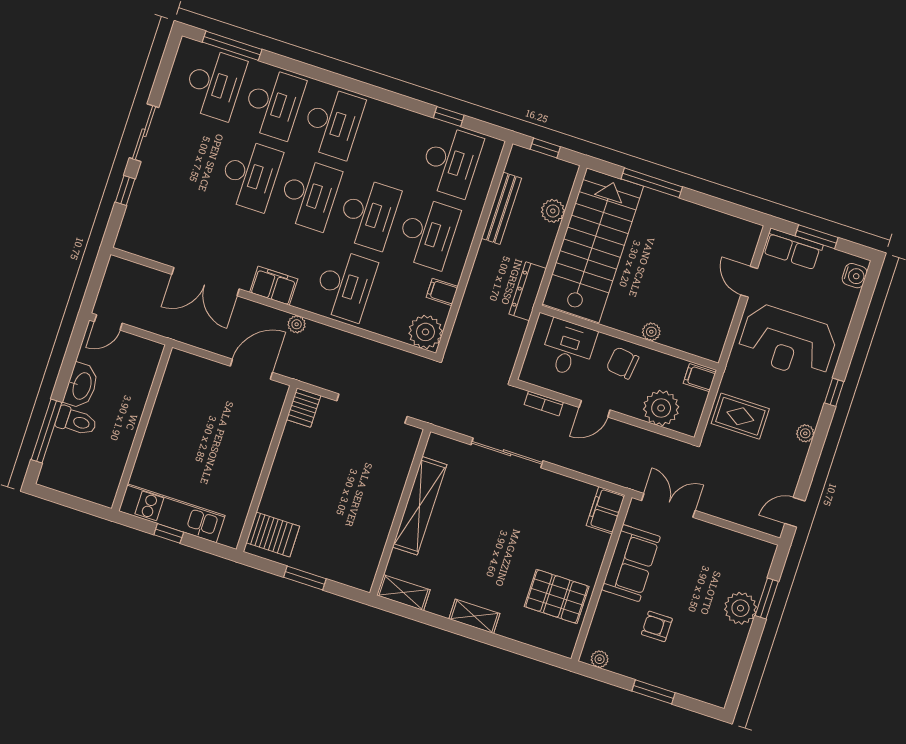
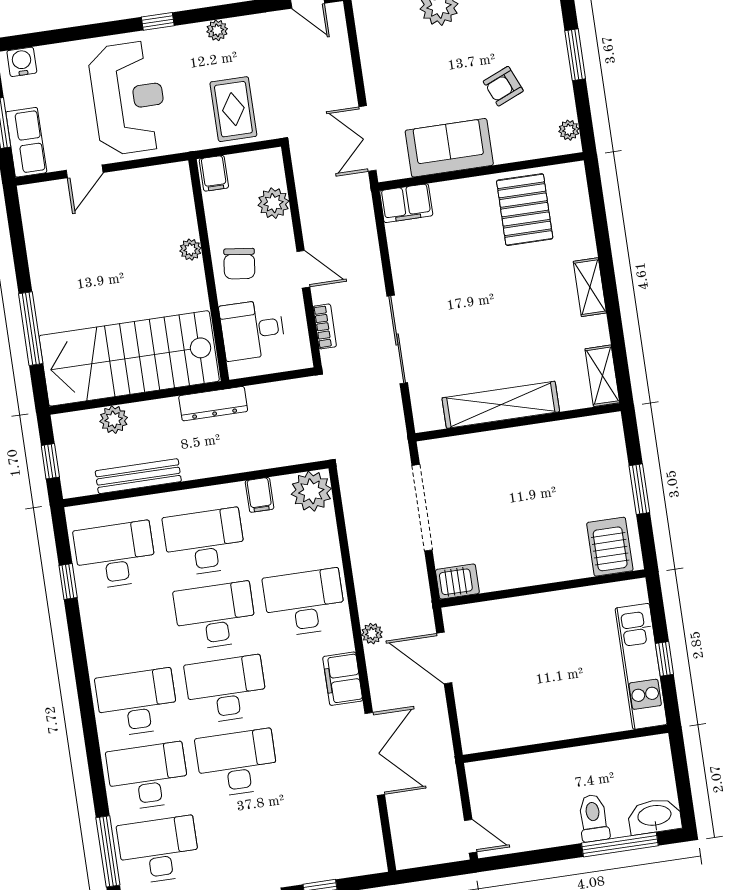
washbasin: (81, 386) -> (655, 816), moved
plant: (661, 408) -> (273, 203), width x0.73, depth x0.73
armchair: (657, 626) -> (503, 86), turned 67

